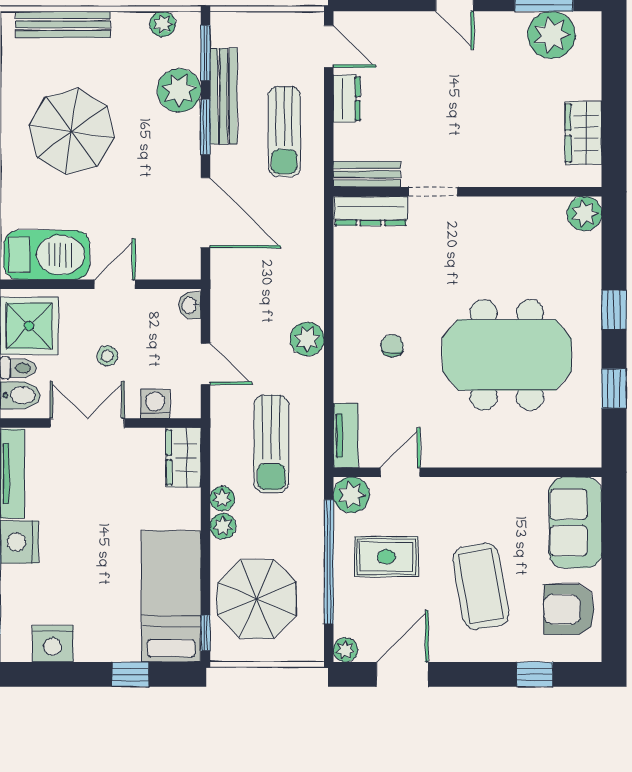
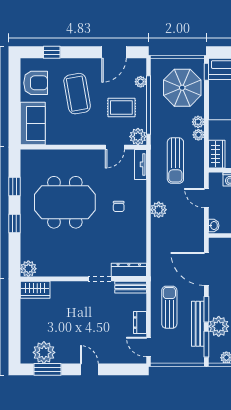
wardrobe: (583, 133) -> (35, 290), moved, turned 90
sun lounger: (271, 444) -> (175, 161), turned 180
plant: (345, 650) -> (141, 82), moved

